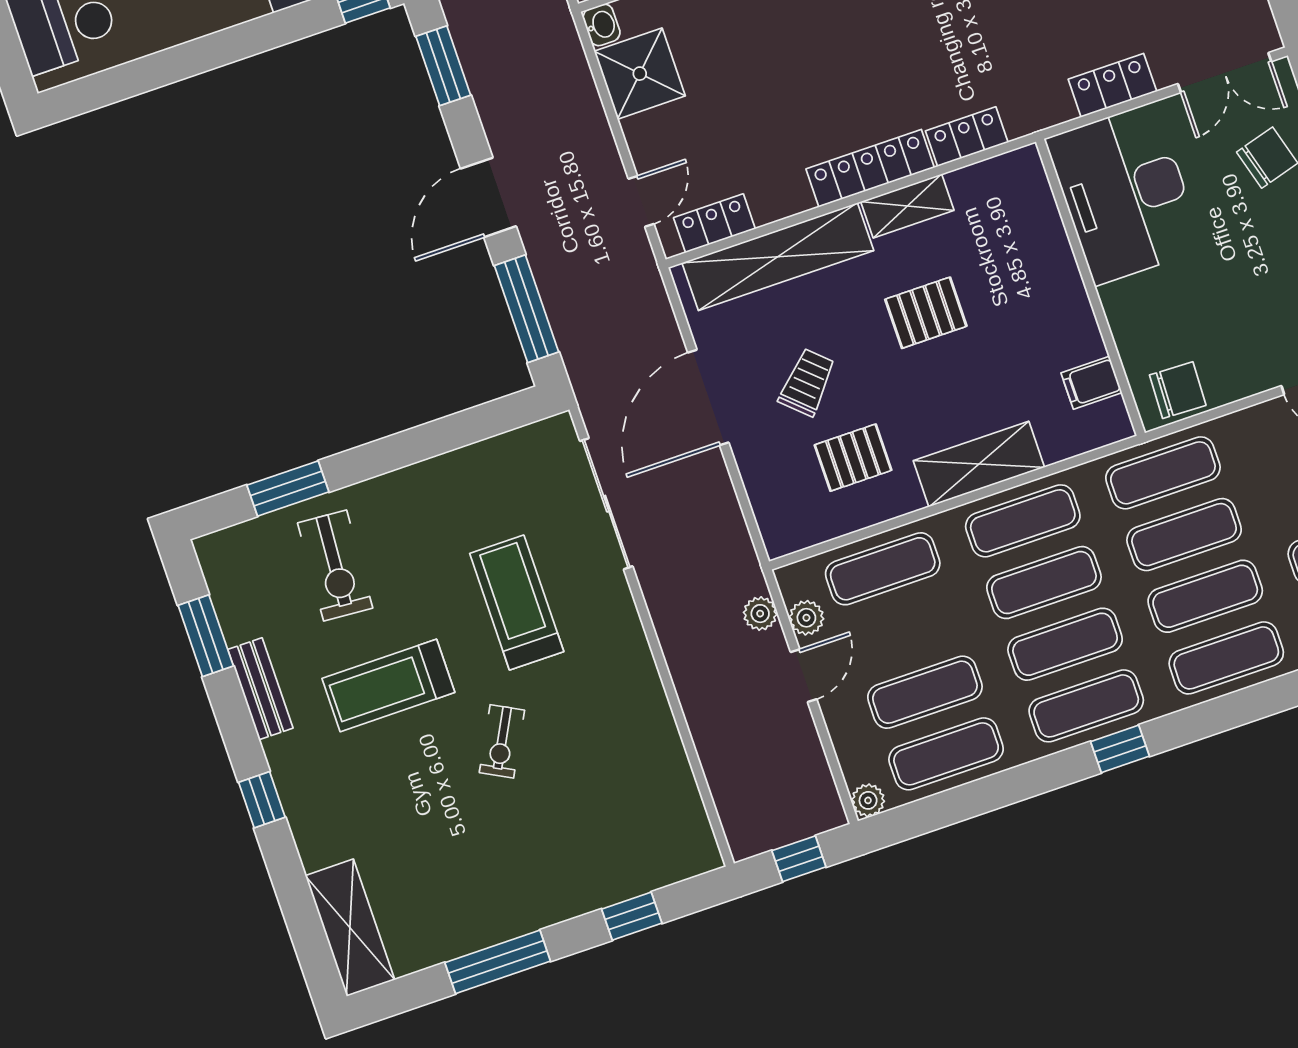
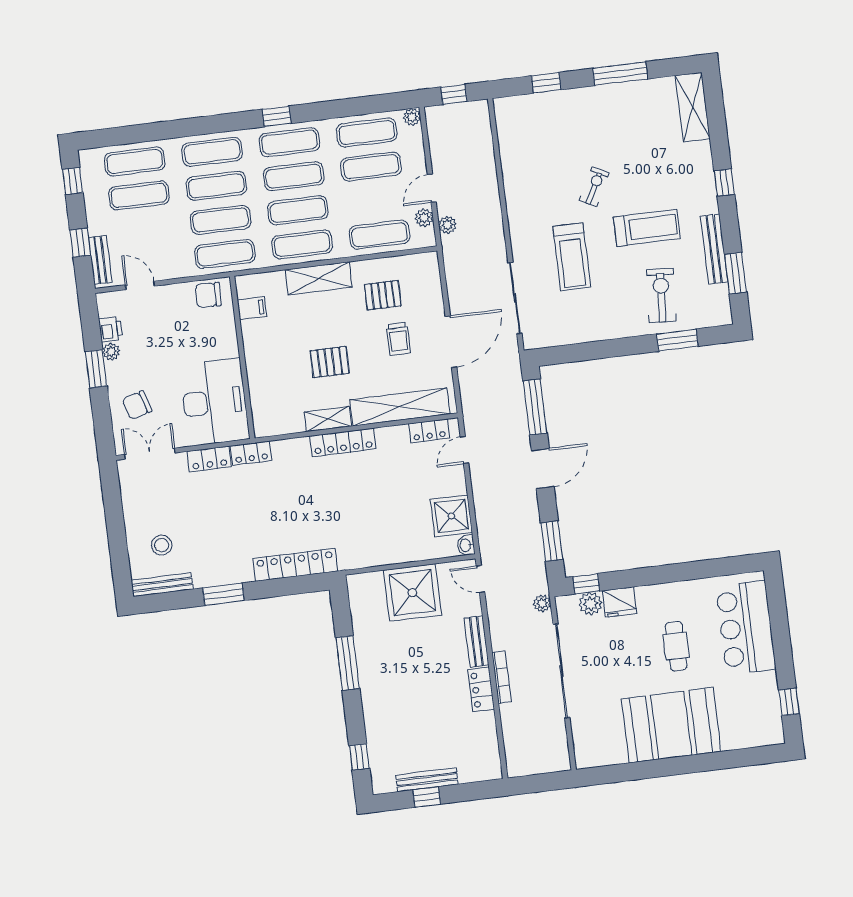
locker: (967, 137) -> (251, 453), moved
trolley: (807, 382) -> (398, 339), turned -43
bench: (260, 689) -> (714, 249), width x1.36

